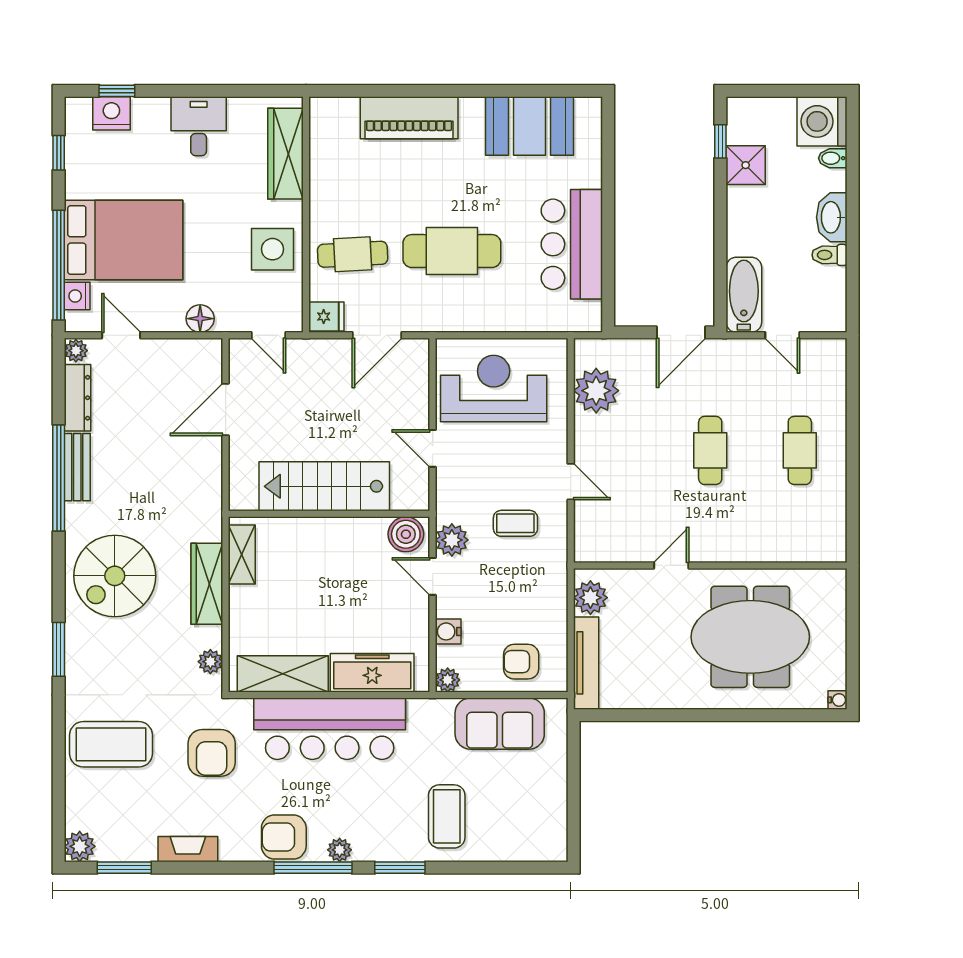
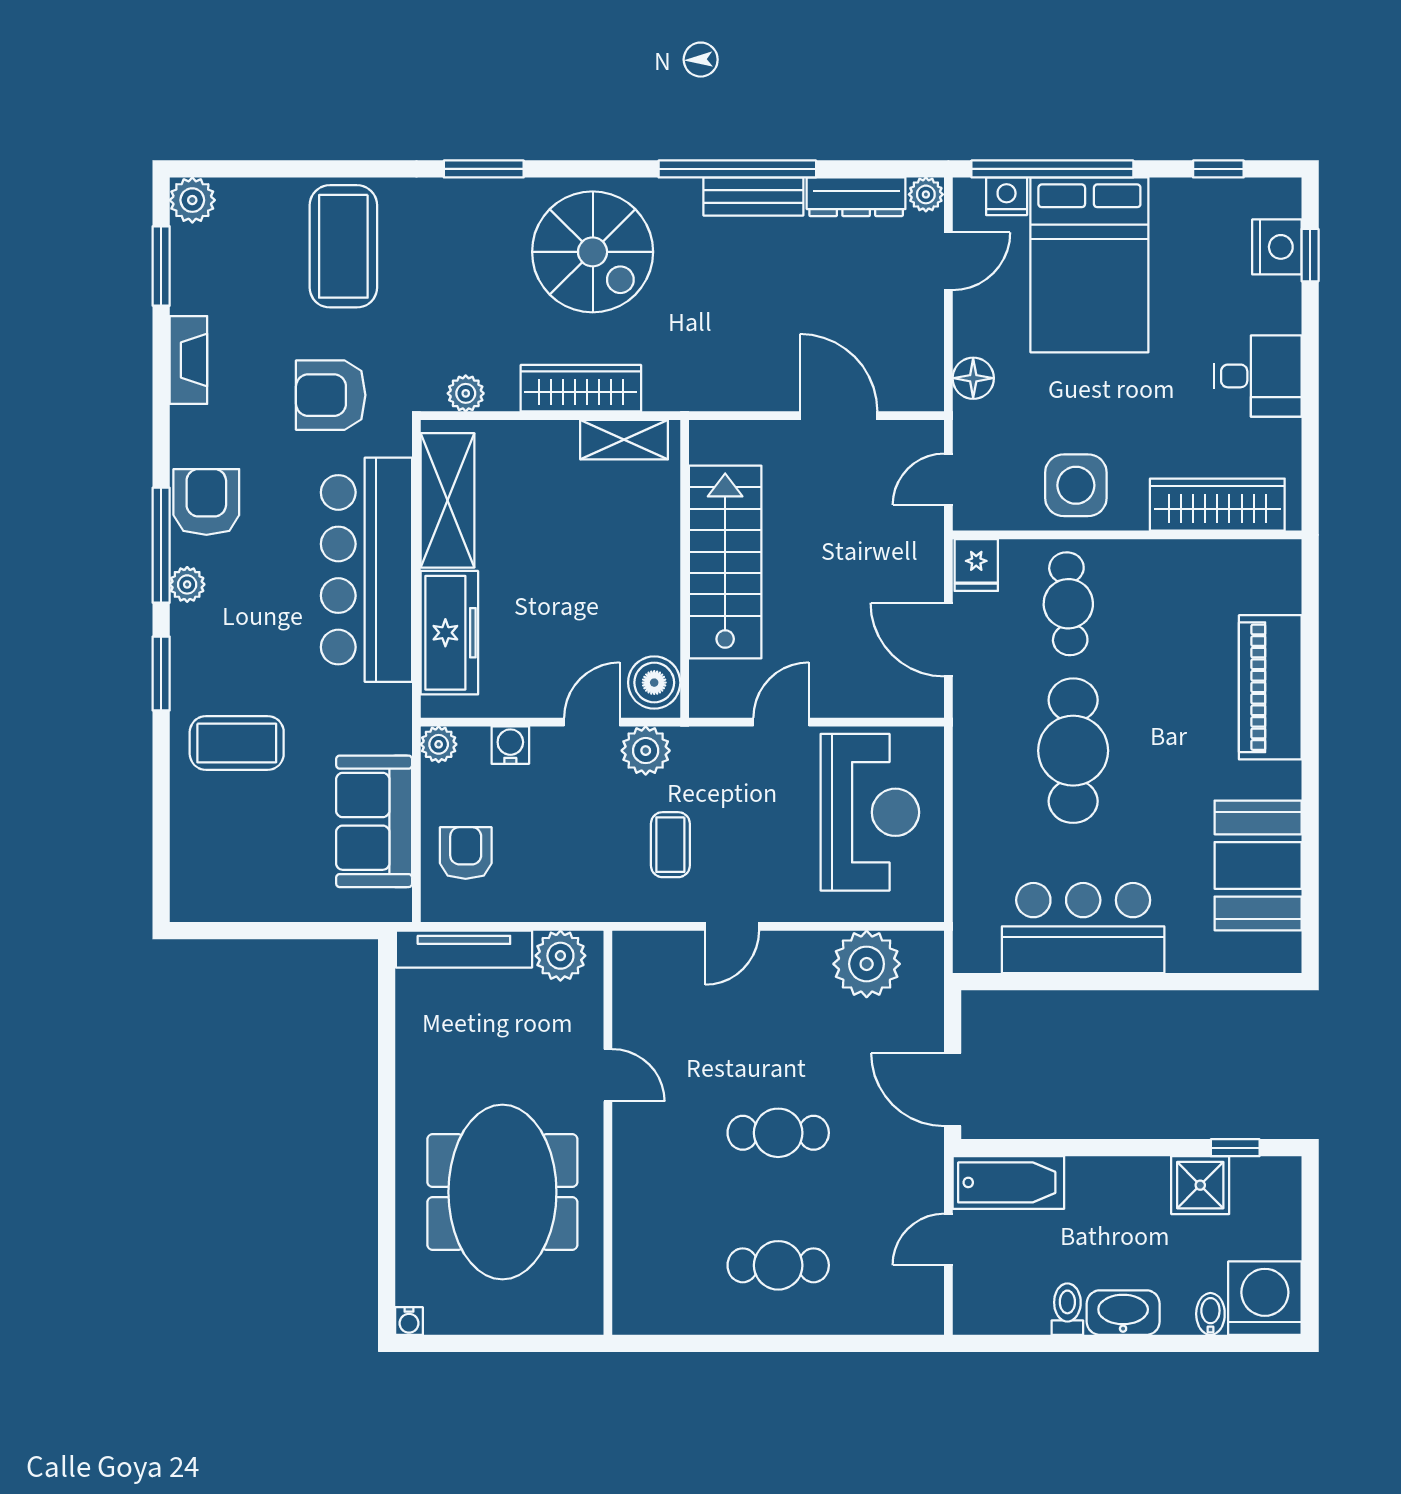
spiral stairs: (115, 576) -> (593, 252), turned 180

